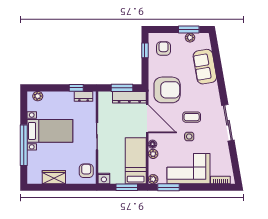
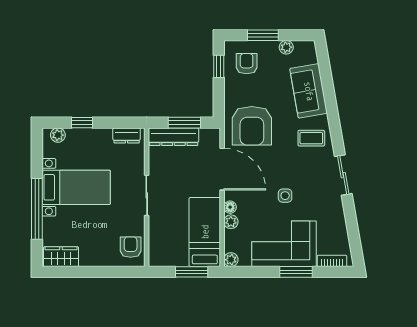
window: (189, 29) -> (263, 35), moved
window: (76, 88) -> (82, 123), moved
armchair: (167, 90) -> (252, 126), turned 90
dresser: (129, 97) -> (173, 137), moved
coffee table: (192, 117) -> (311, 138), moved
sliding door: (228, 123) -> (343, 175), width x0.73
wardrobe: (54, 177) -> (61, 257), moved
nightstand: (104, 179) -> (157, 259), removed
window: (169, 187) -> (296, 272), moved

